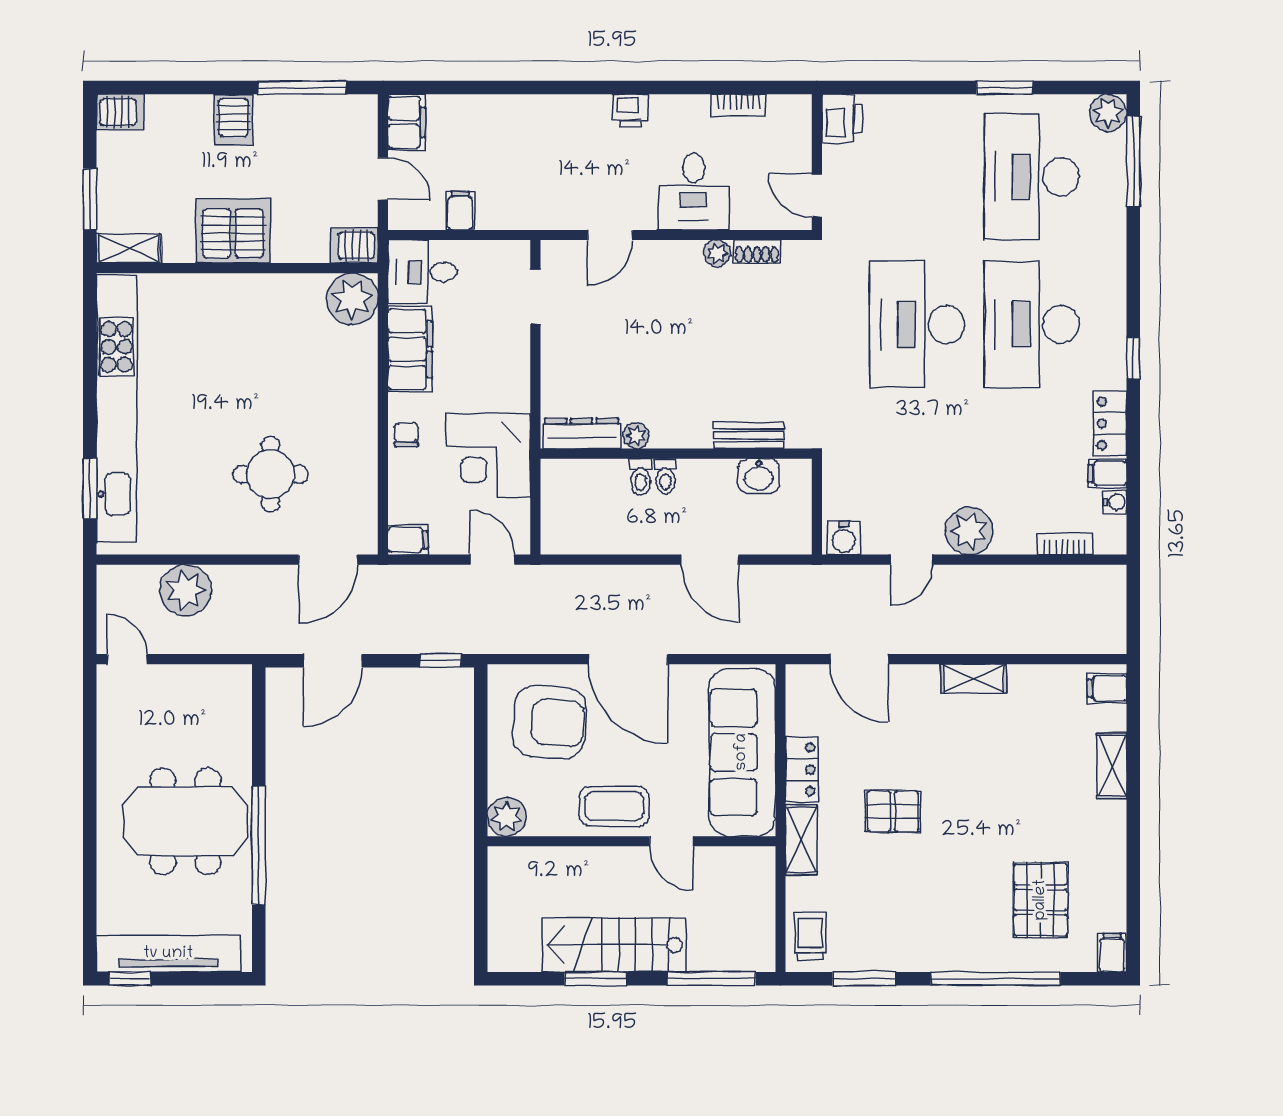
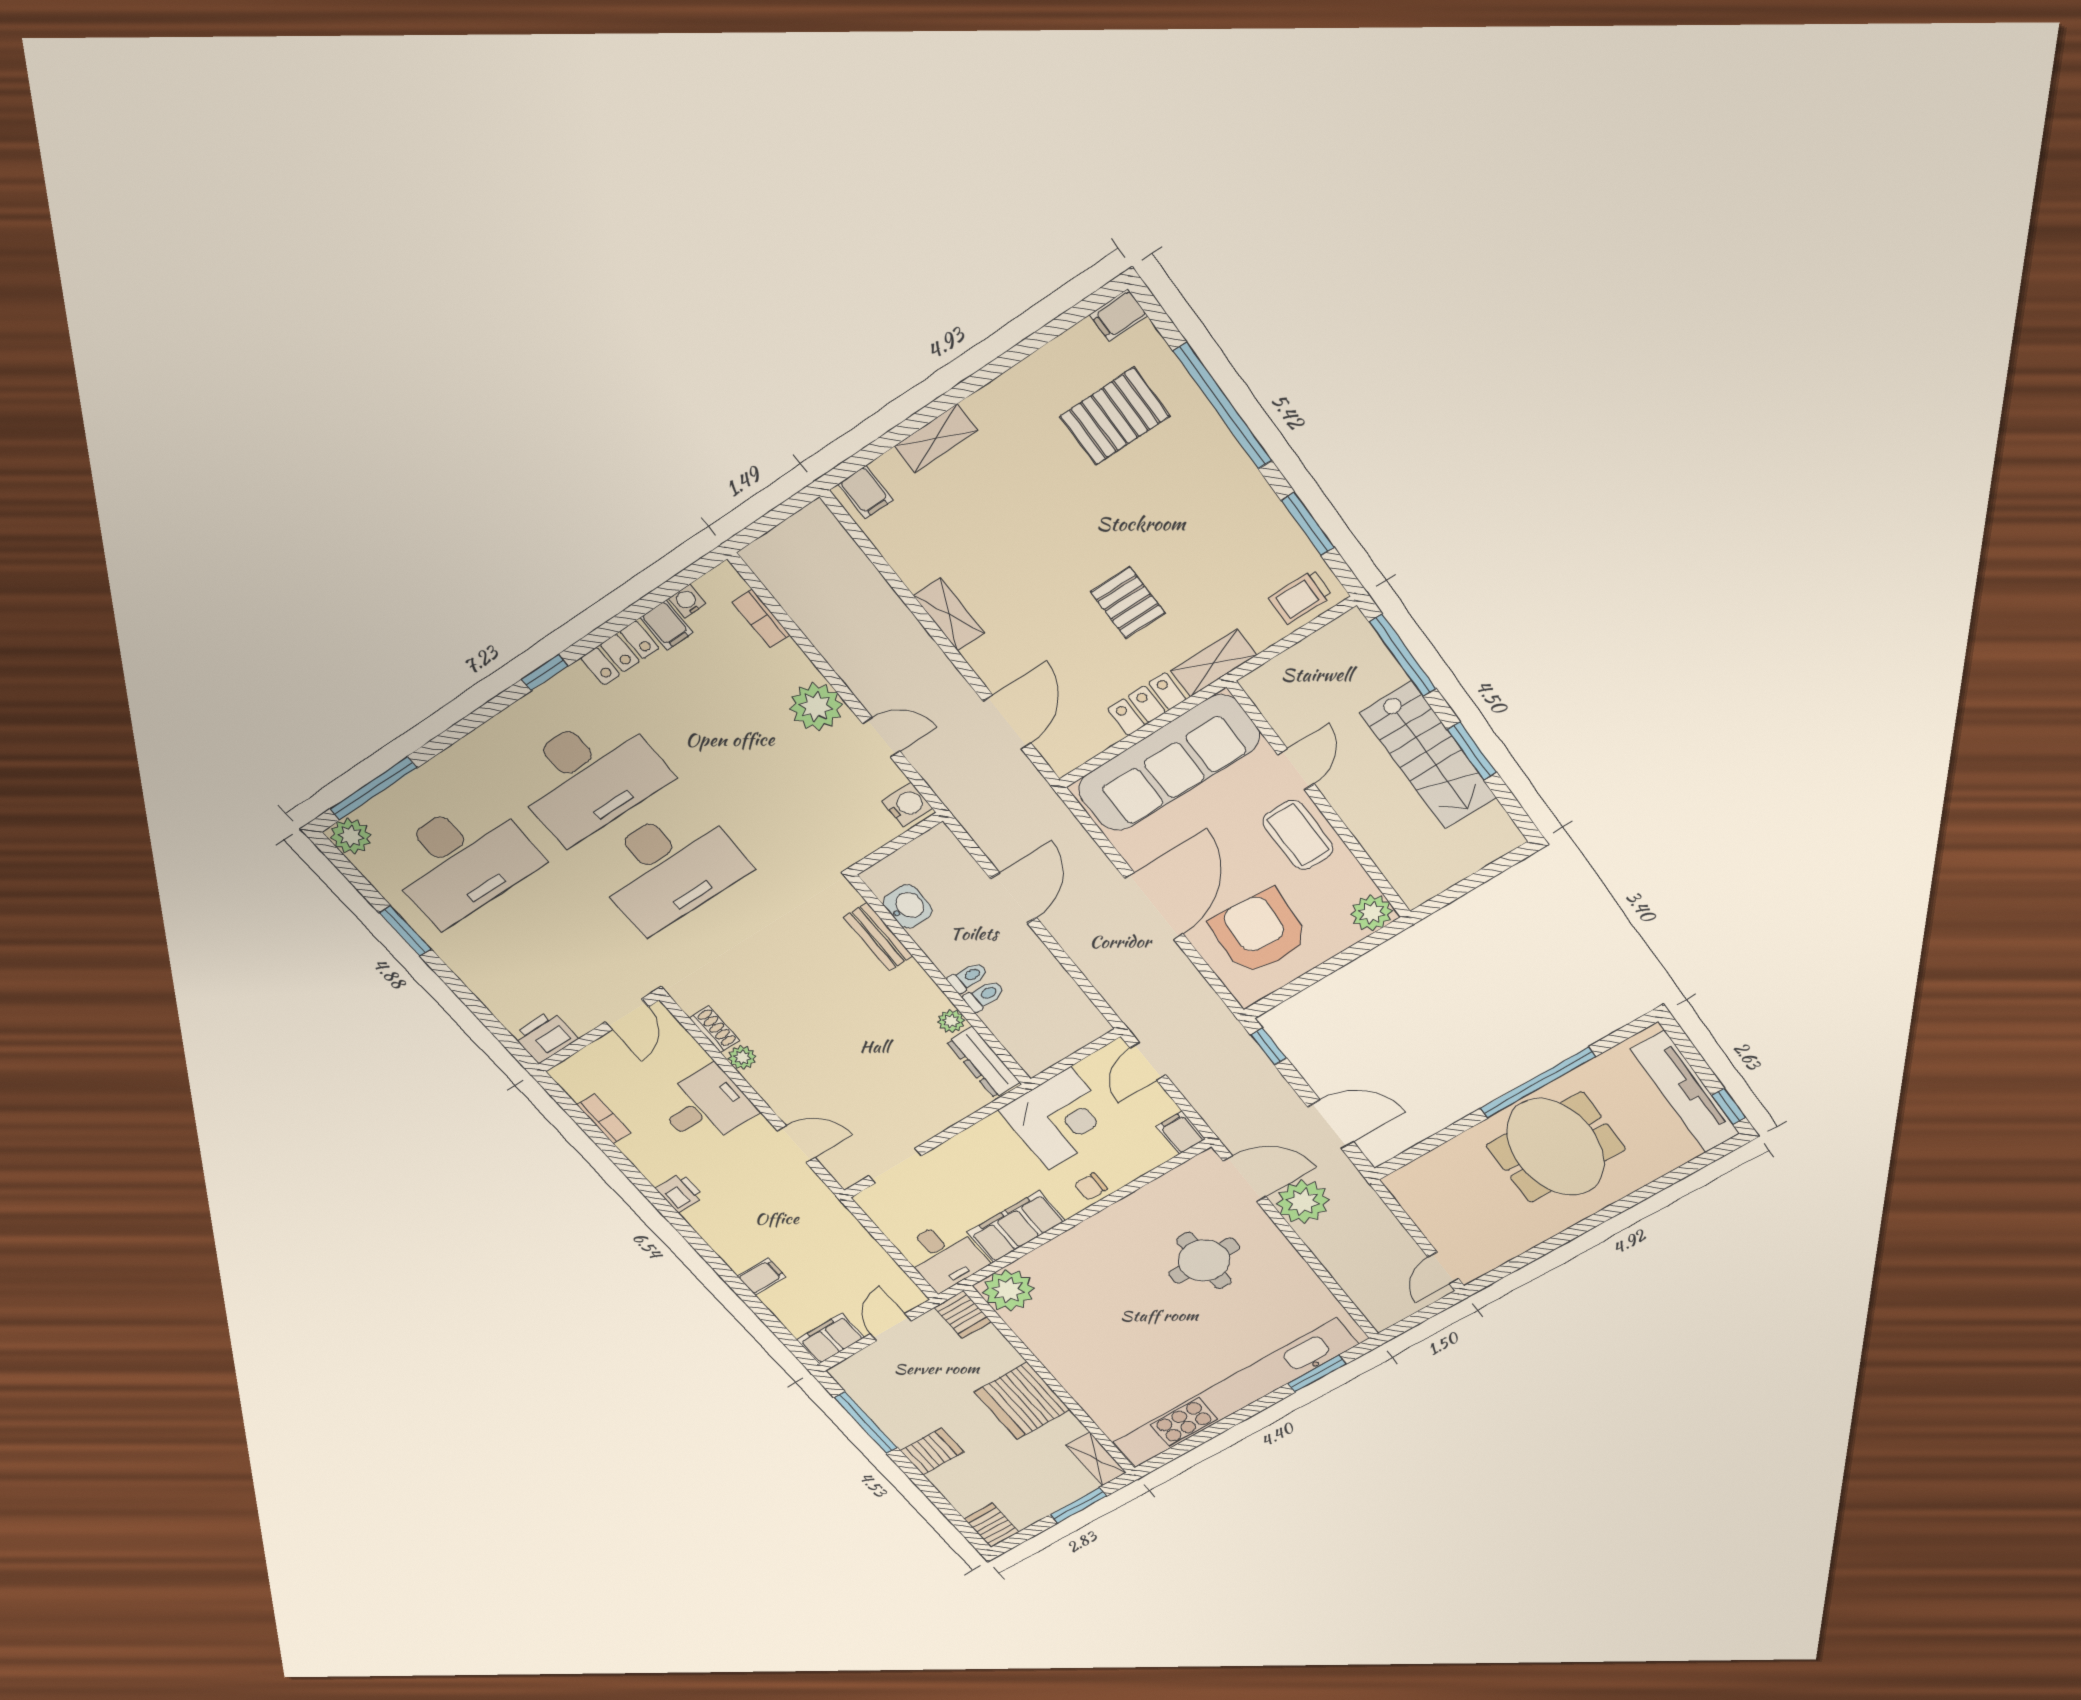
filing cabinet: (460, 211) -> (762, 1276), moved, turned 180
plant: (186, 590) -> (1303, 1202), moved

